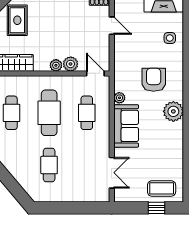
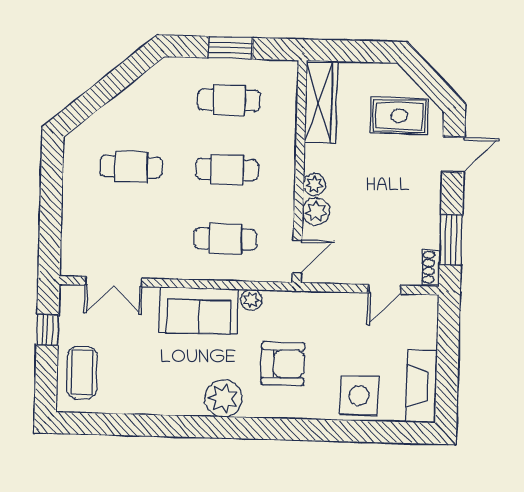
side table: (170, 38) -> (359, 396), width x1.87, depth x1.87
cafe table: (49, 113) -> (227, 170), width x0.73, depth x0.74
window: (156, 208) -> (47, 330), moved

